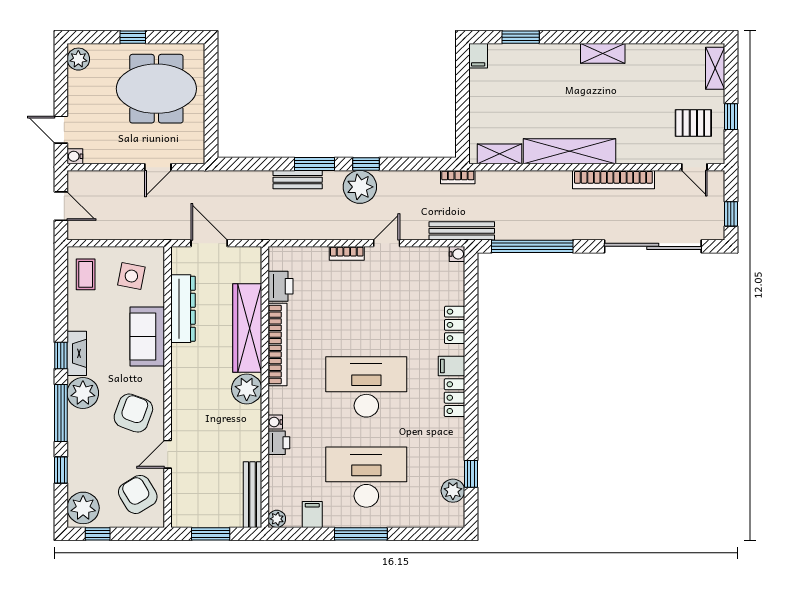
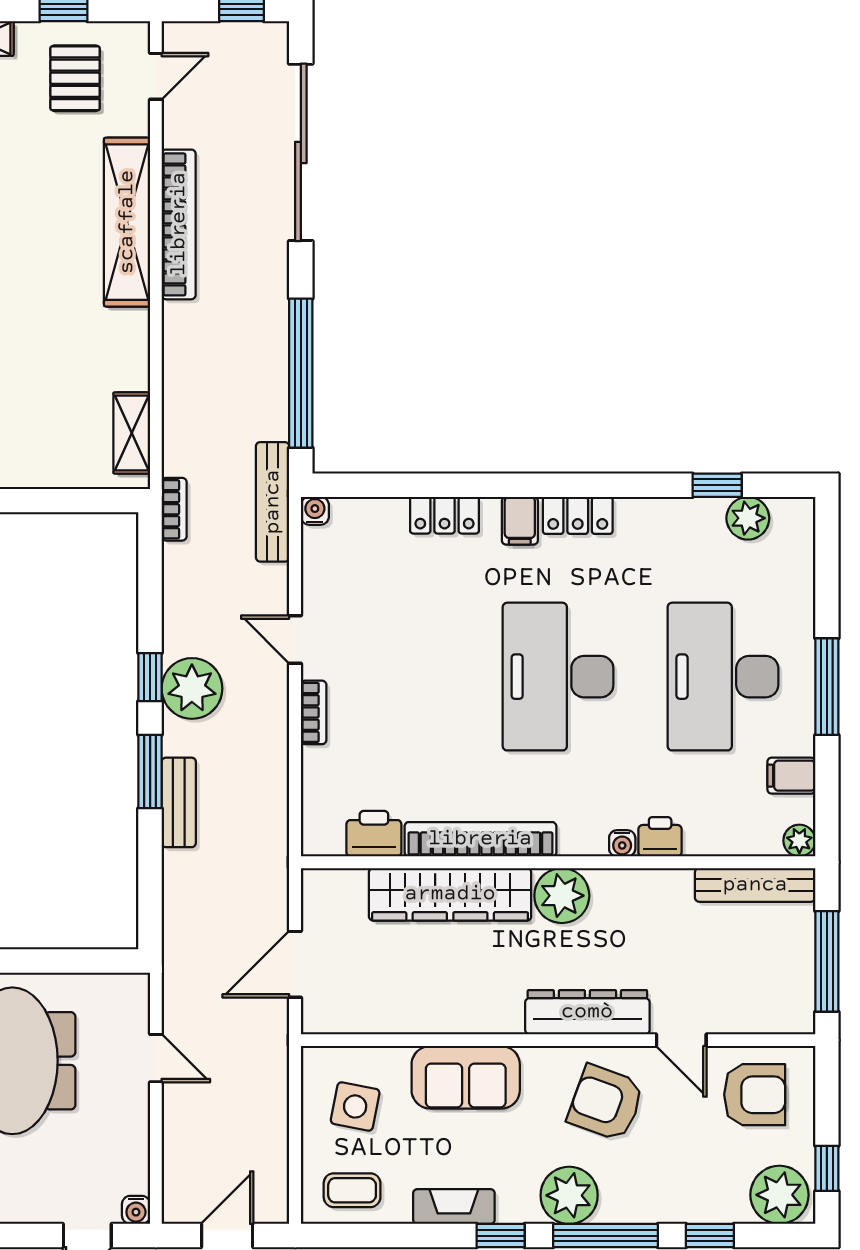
shelving: (570, 151) -> (127, 222), moved
dresser: (183, 309) -> (587, 1012), moved
fireplace: (77, 353) -> (454, 1206), moved
armchair: (138, 494) -> (755, 1095), turned -149
window: (211, 534) -> (827, 961), width x1.44

